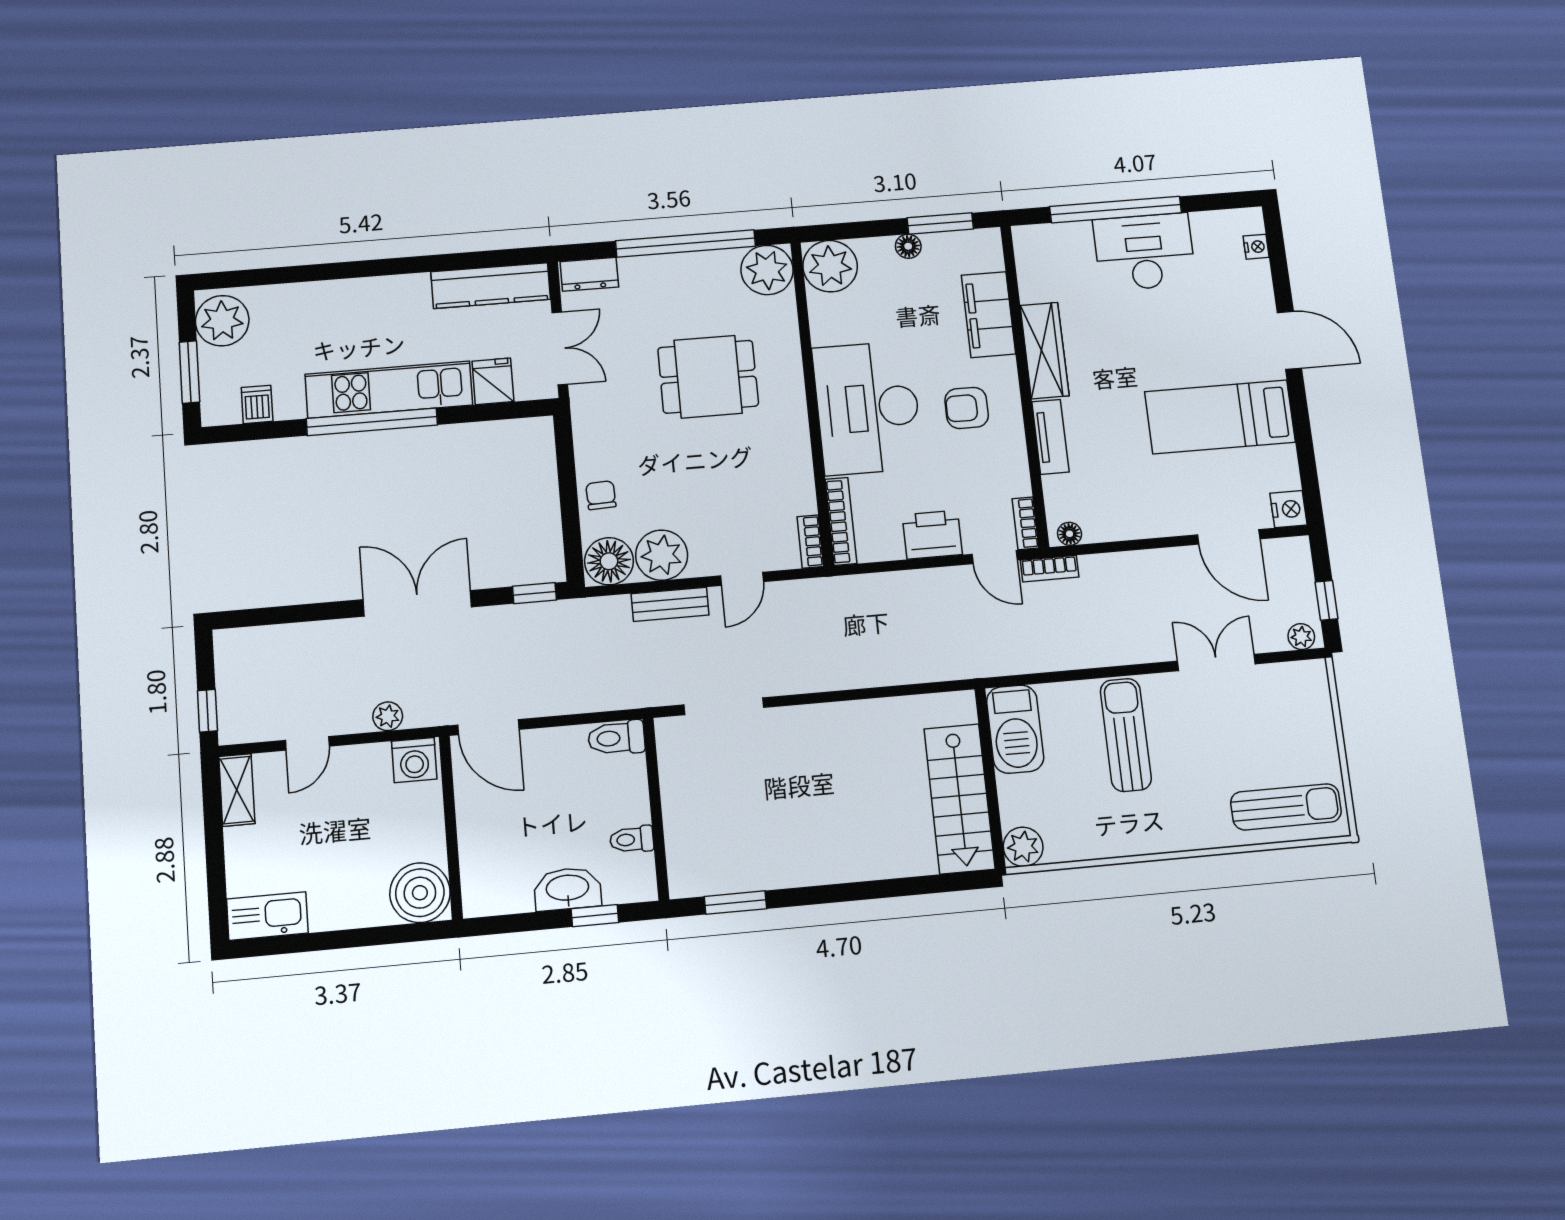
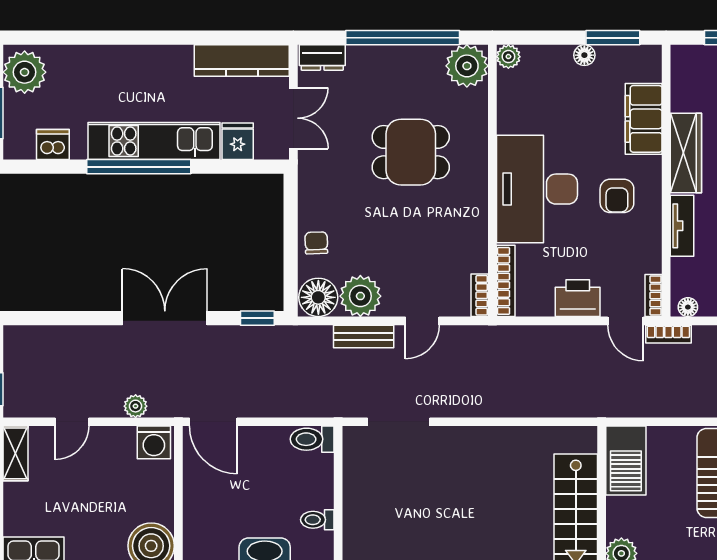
plant: (830, 266) -> (508, 57), width x0.53, depth x0.53
dishwasher: (257, 404) -> (53, 144), width x1.38
armchair: (967, 408) -> (617, 196), turned -90

